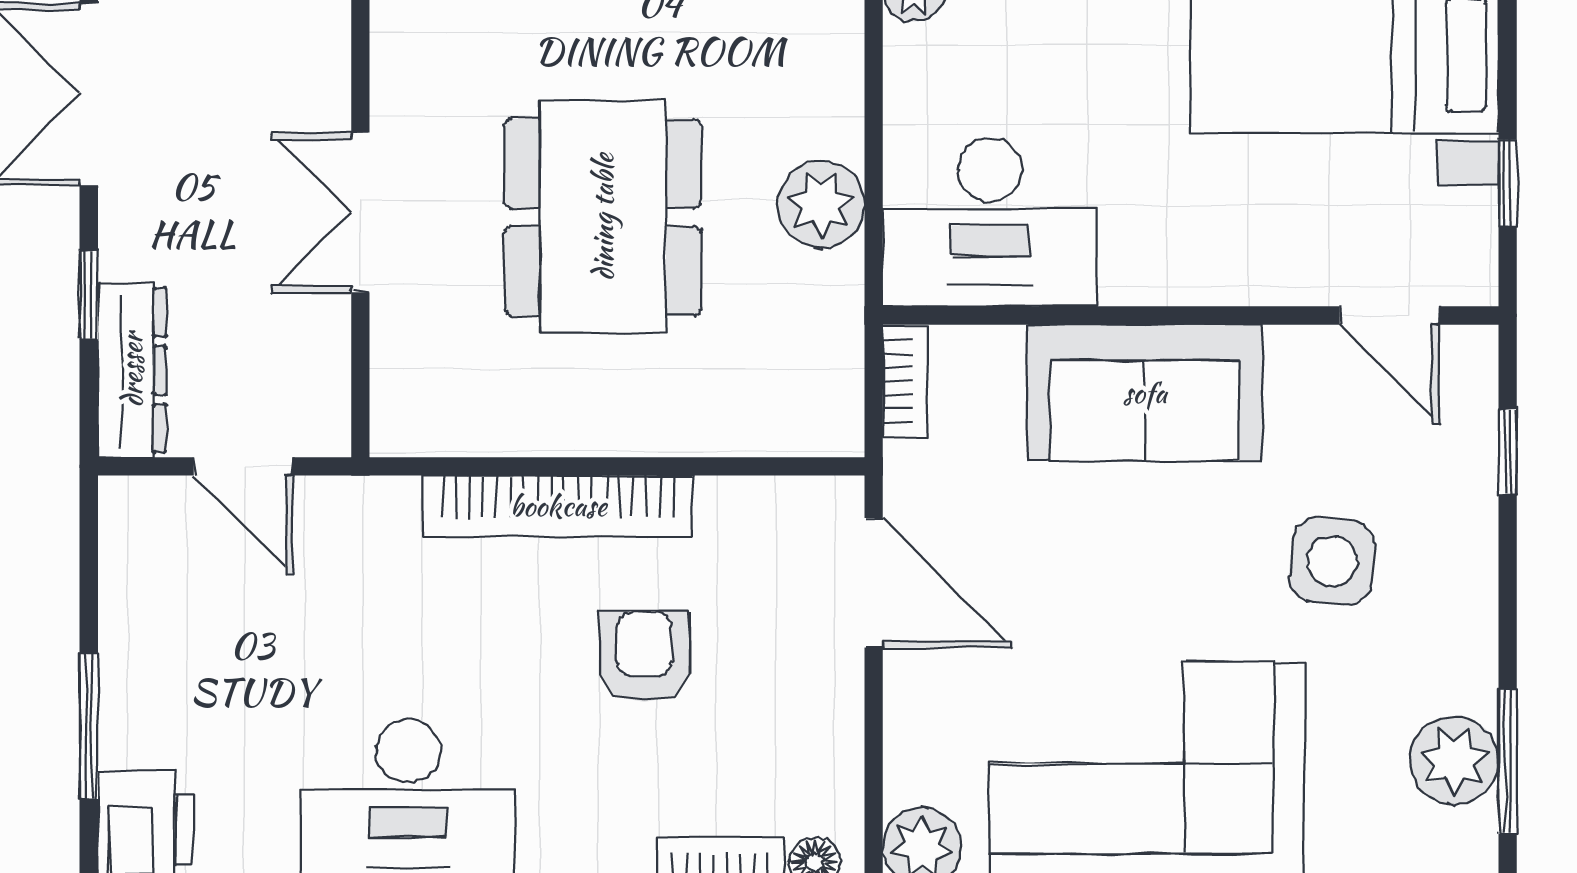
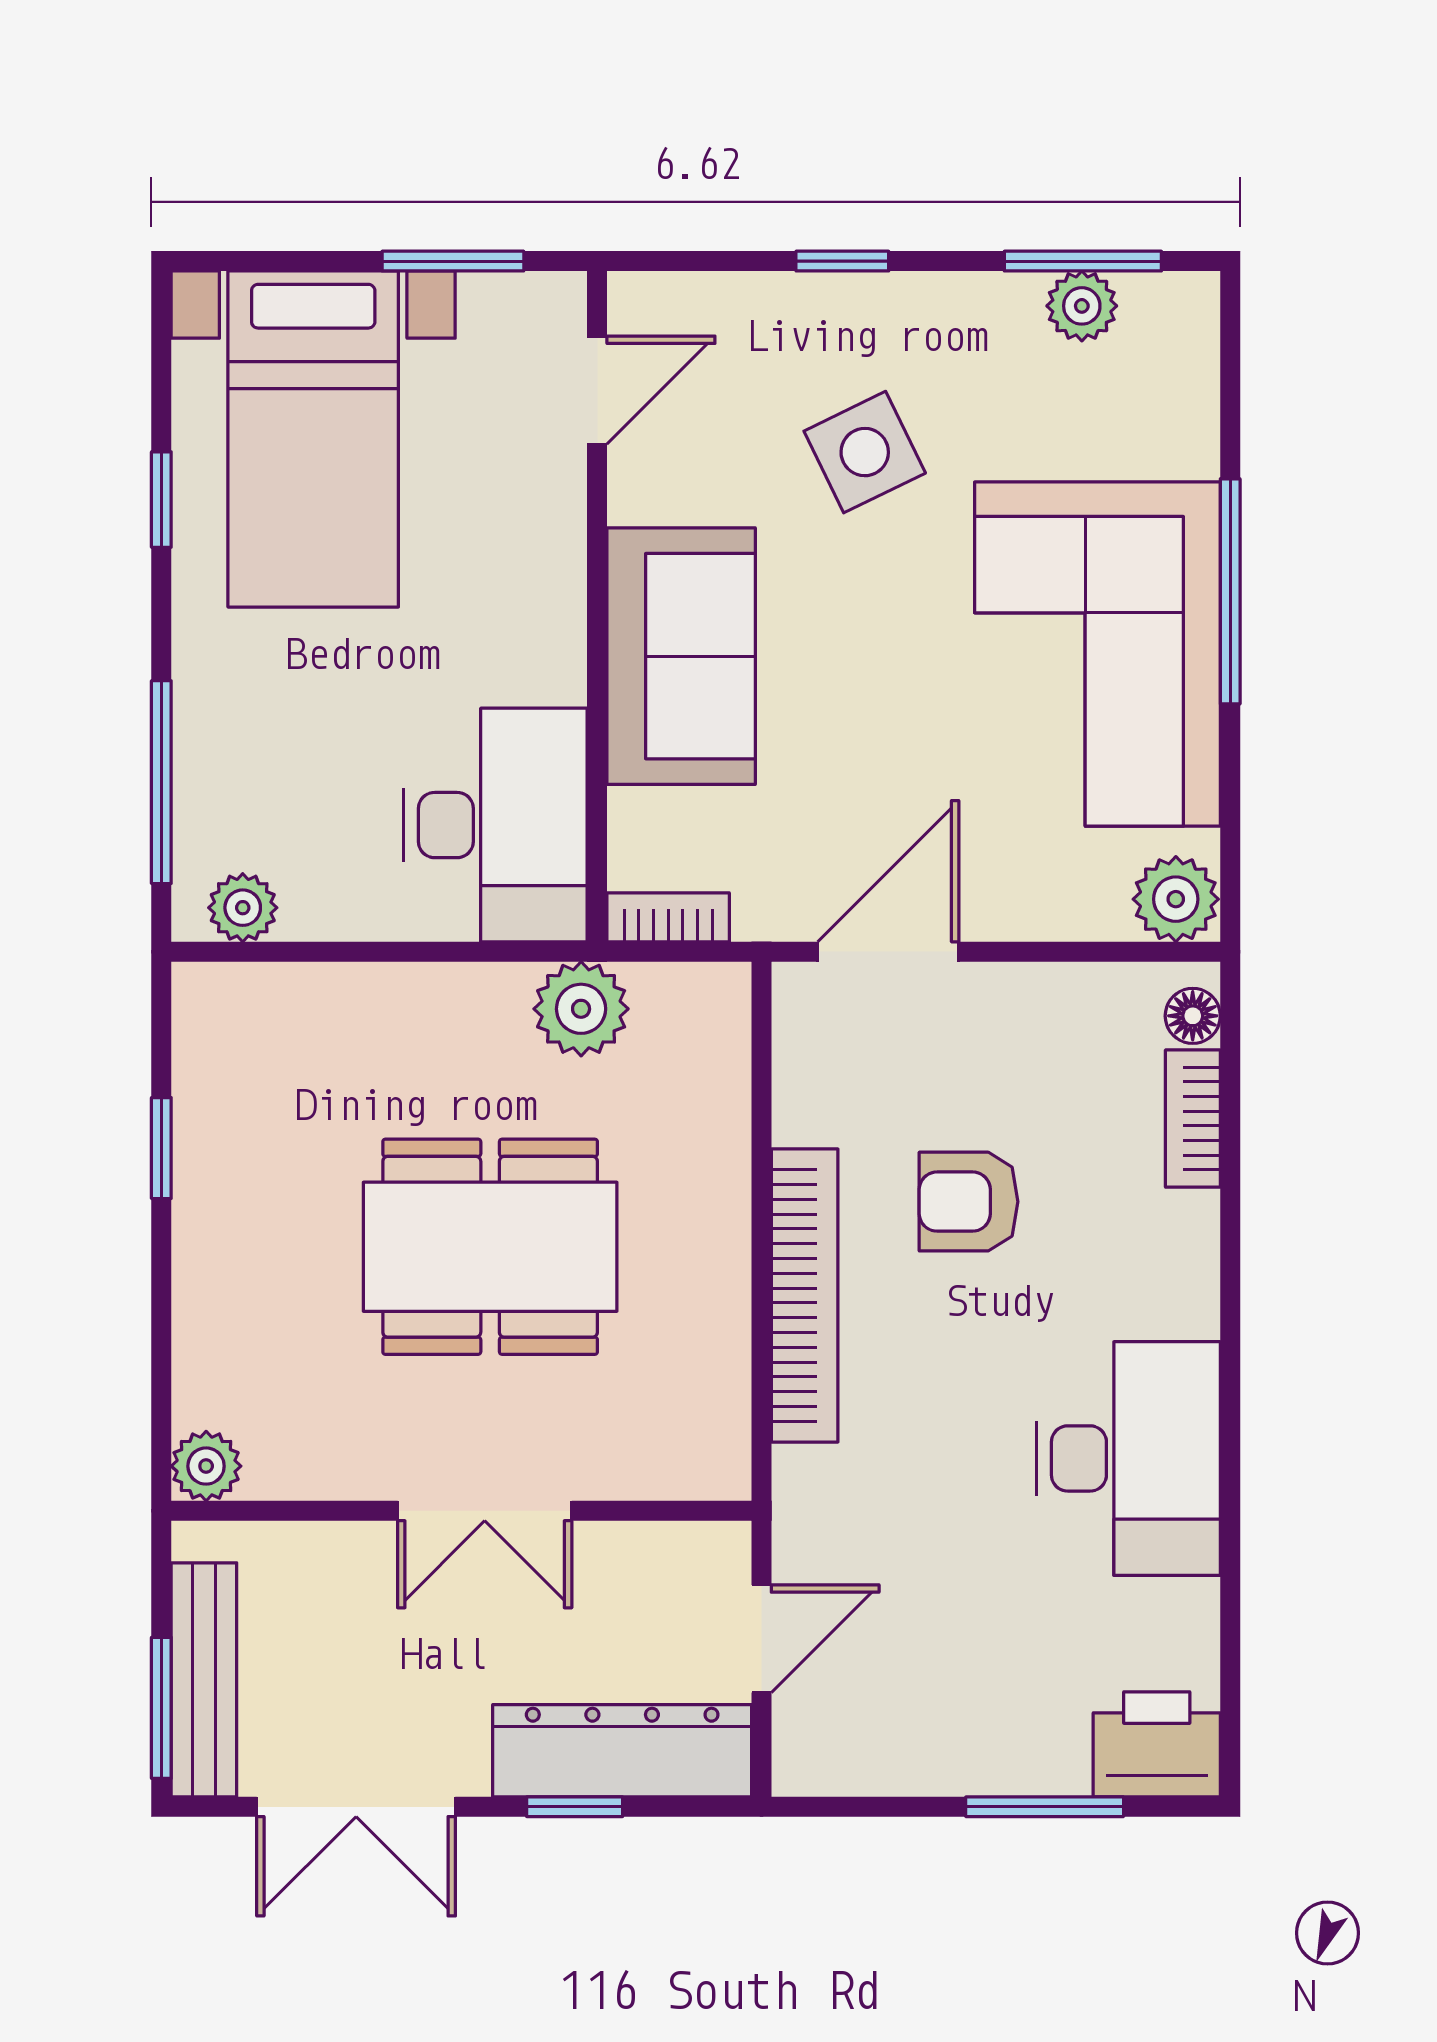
window: (1508, 183) -> (453, 261), width x1.50
plant: (821, 205) -> (581, 1009), moved
dresser: (132, 370) -> (622, 1751), width x1.37, depth x1.24
window: (1508, 452) -> (842, 261), moved
side table: (1332, 561) -> (865, 452), turned -32
plant: (1454, 760) -> (1082, 306), width x0.73, depth x0.73

